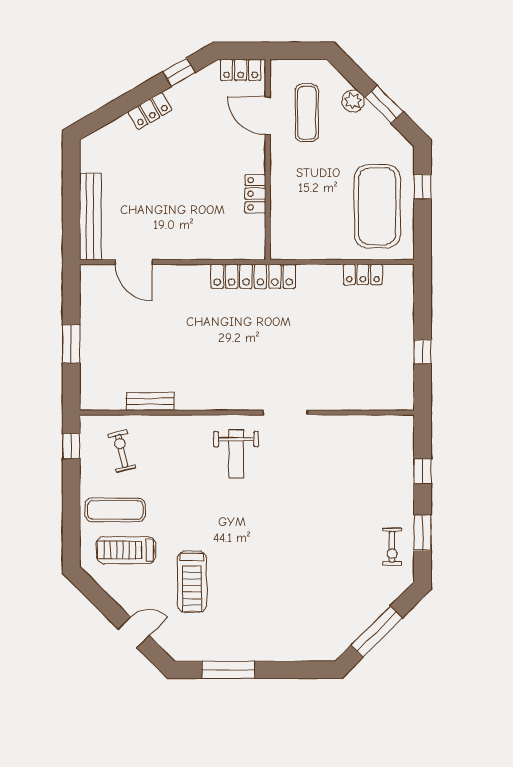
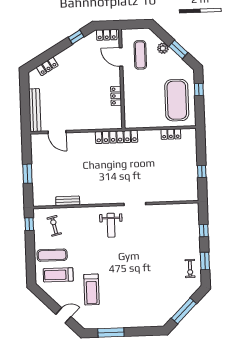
locker: (150, 111) -> (47, 66), moved

